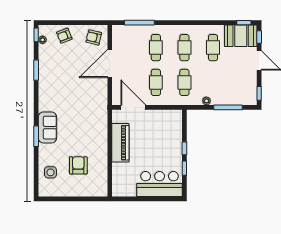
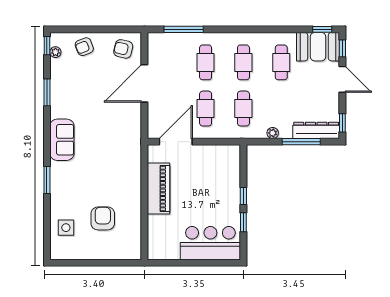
dresser: (239, 99) -> (316, 130), added
door: (133, 107) -> (176, 142), hinge flipped
sofa: (47, 128) -> (62, 140), moved

